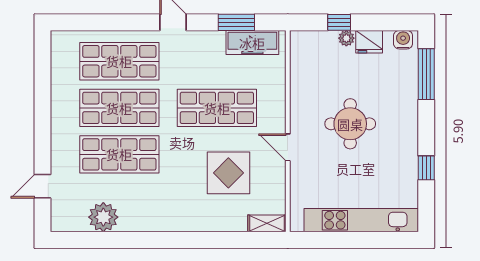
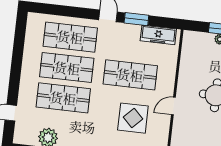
window: (236, 22) -> (136, 19), moved
door: (288, 147) -> (173, 106), hinge flipped

